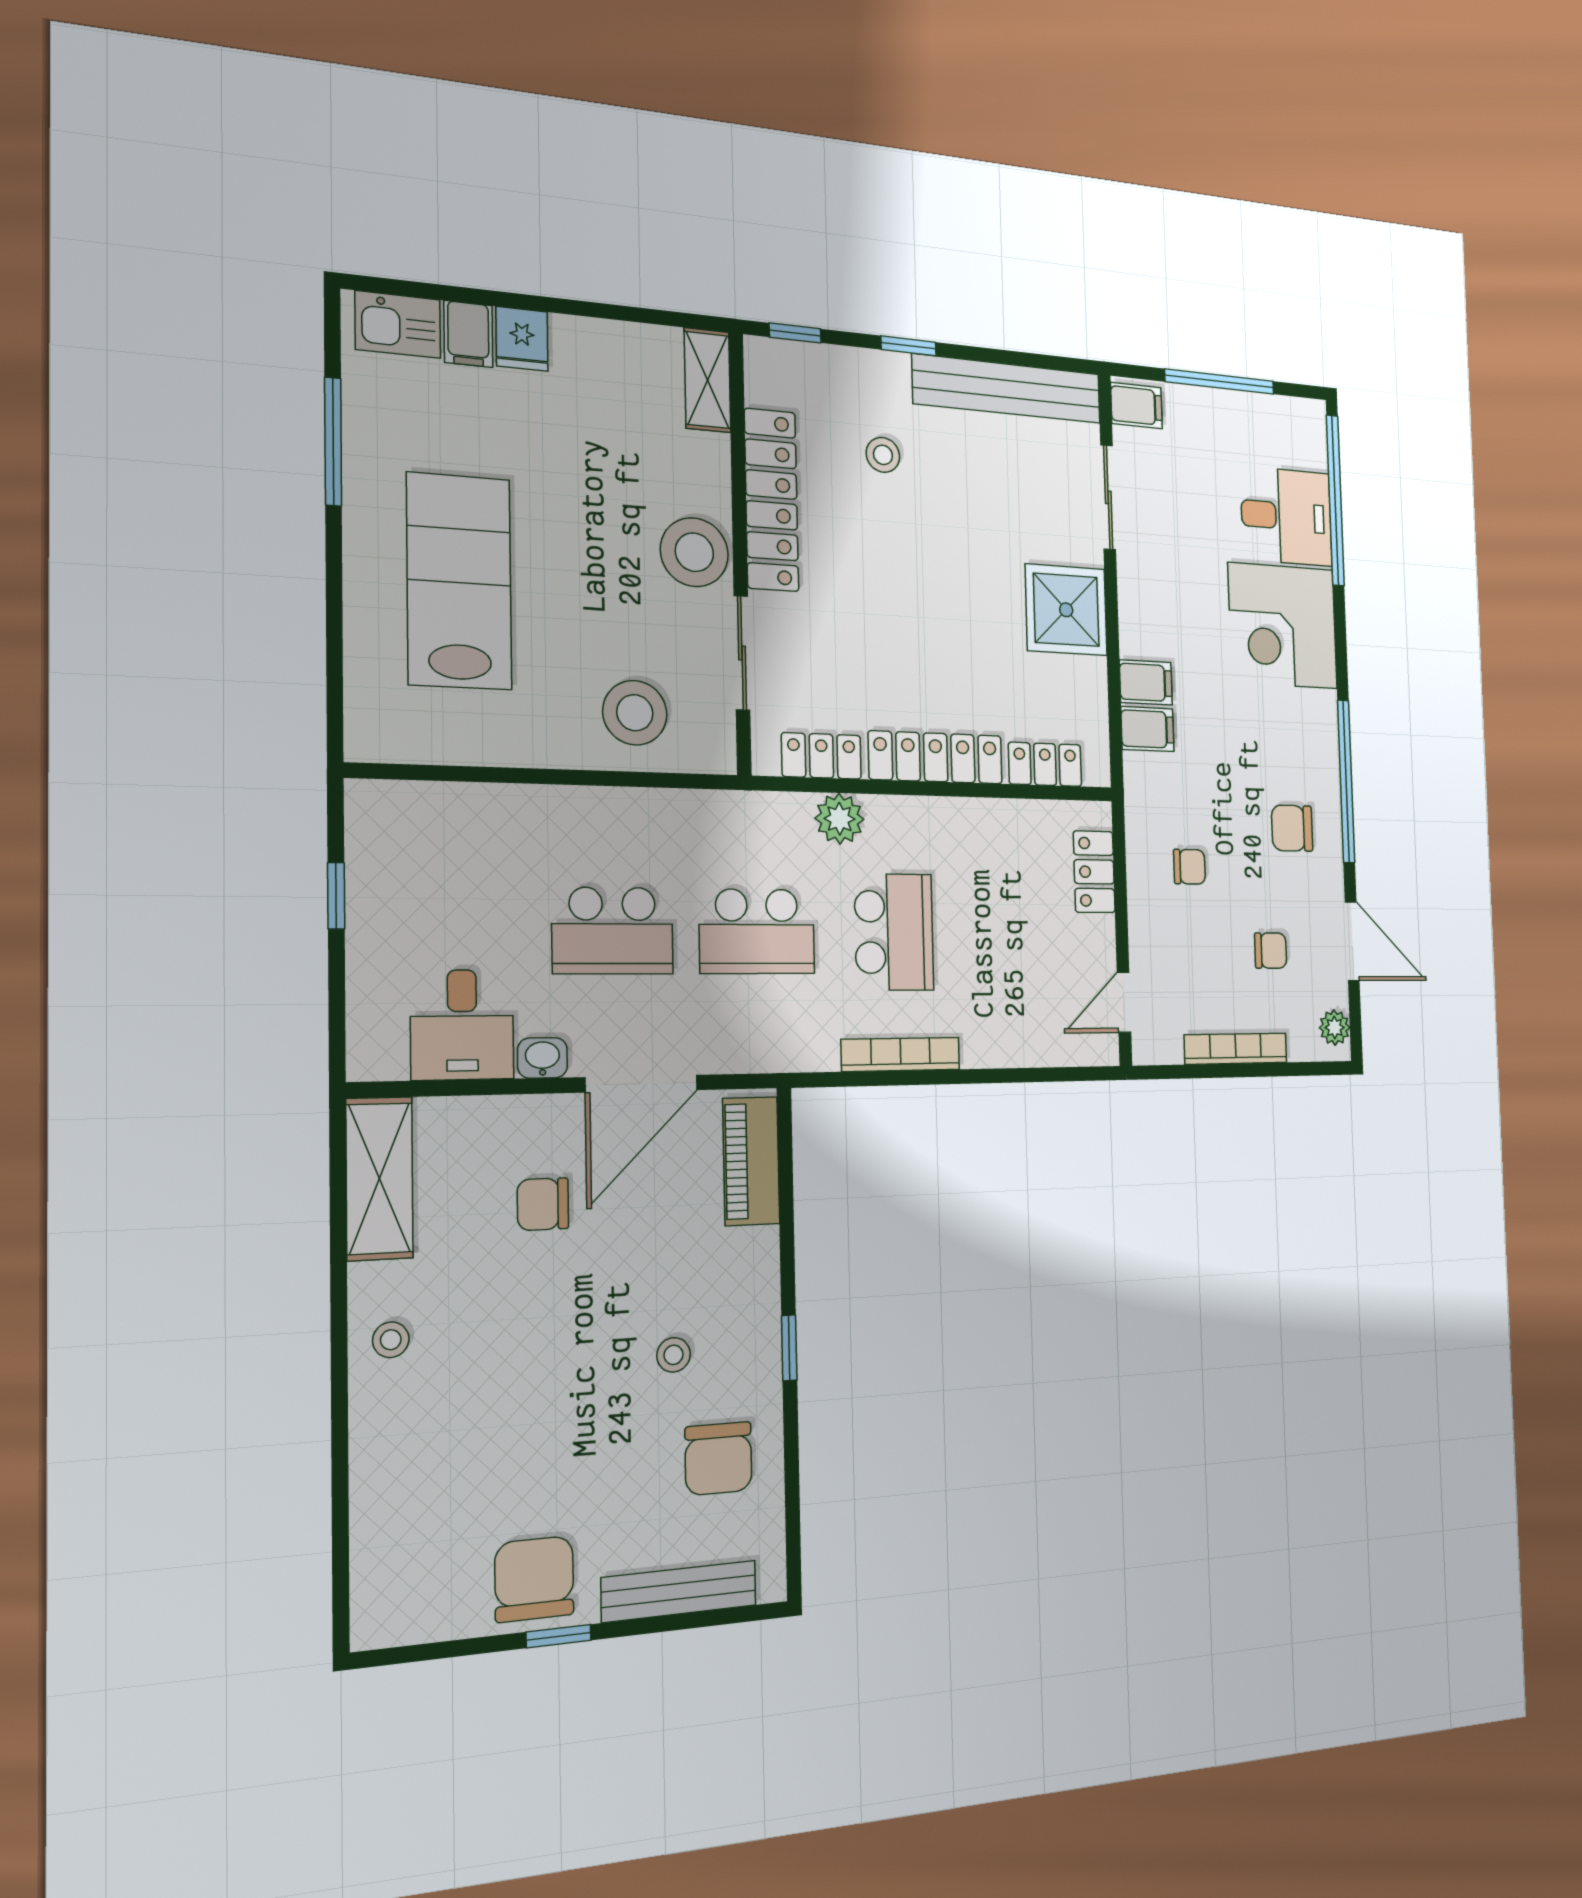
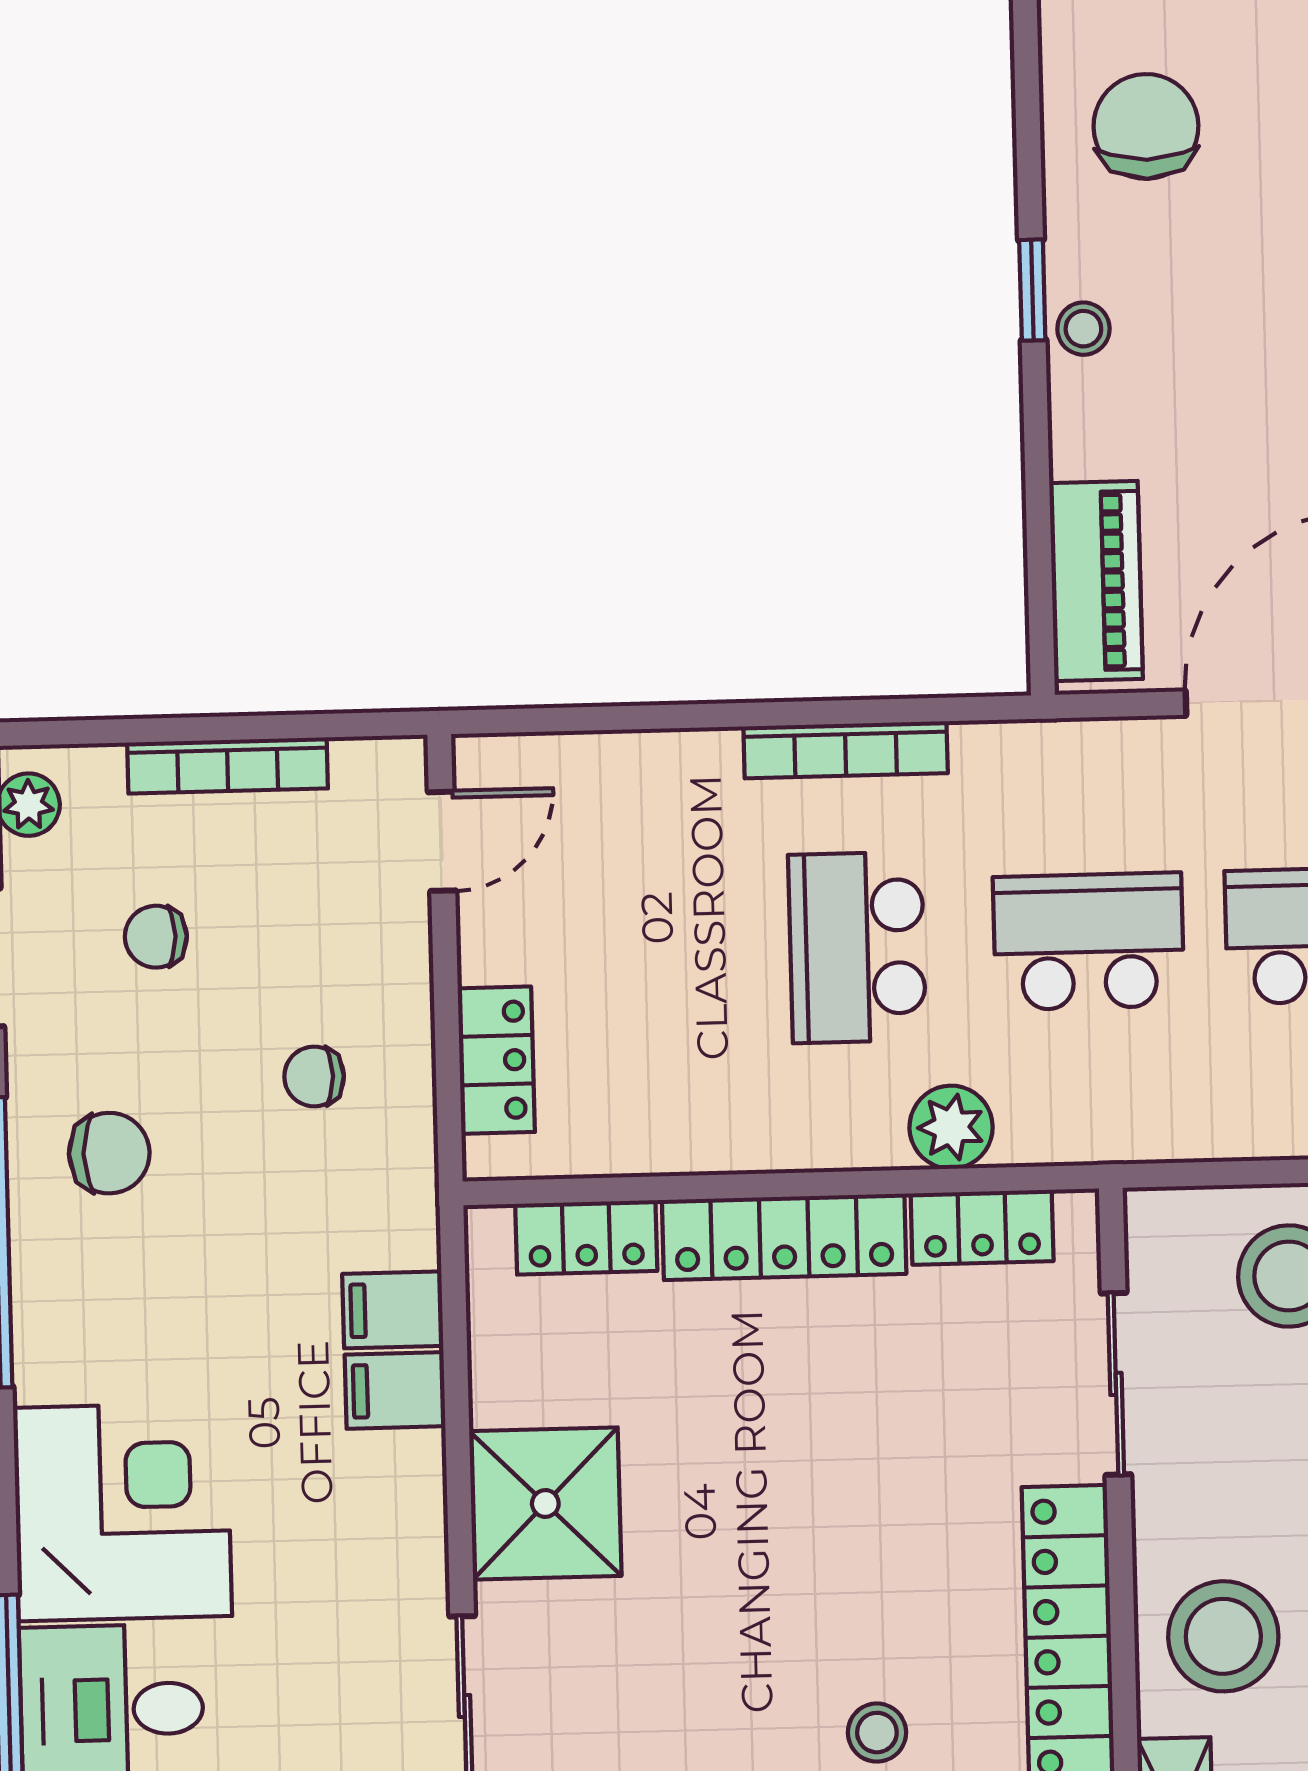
stool: (694, 552) -> (1223, 1636), moved
stool: (674, 1355) -> (1083, 329), moved

